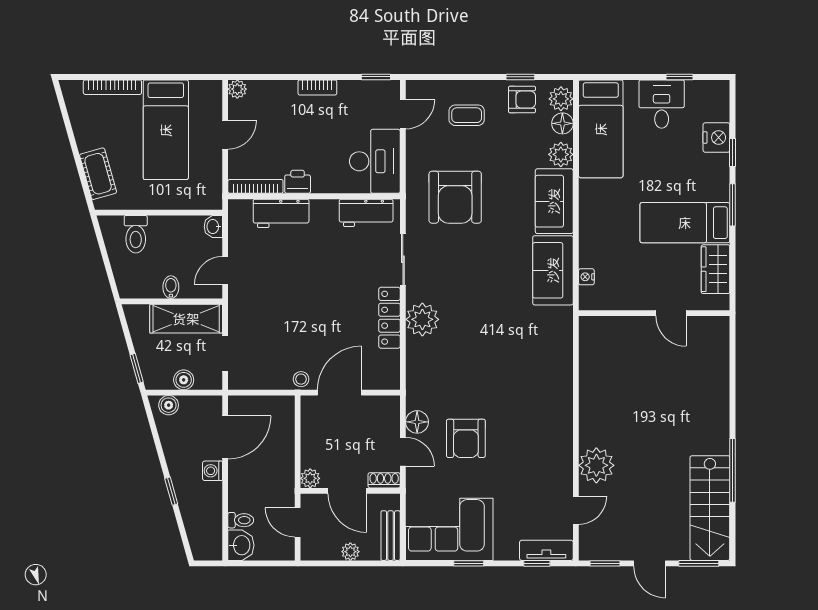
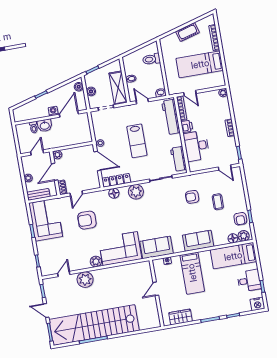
coffee table: (467, 115) -> (218, 202), moved
door: (225, 135) -> (190, 93), moved
nightstand: (716, 138) -> (257, 304), moved
plant: (561, 154) -> (96, 262), moved
desk: (375, 161) -> (196, 146), moved, turned 90
cot: (98, 174) -> (187, 32), moved
armchair: (455, 197) -> (192, 197), width x0.53, depth x0.53
workbench: (281, 213) -> (171, 117), width x1.38
bed: (685, 223) -> (192, 273), moved, turned 180
sofa: (553, 270) -> (157, 247), moved
lab bench: (310, 298) -> (137, 141), added
door: (671, 313) -> (156, 289), moved
locker: (390, 318) -> (116, 180), moved
corner sofa: (542, 376) -> (120, 249), added
floor lamp: (417, 422) -> (114, 193), moved
door: (225, 437) -> (69, 114), swing flipped
stairs: (710, 508) -> (94, 325), width x1.86, depth x1.51
door: (576, 510) -> (64, 274), swing flipped
washbasin: (241, 545) -> (45, 125), moved
tv unit: (546, 550) -> (44, 264), removed
door: (650, 563) -> (46, 310), hinge flipped

